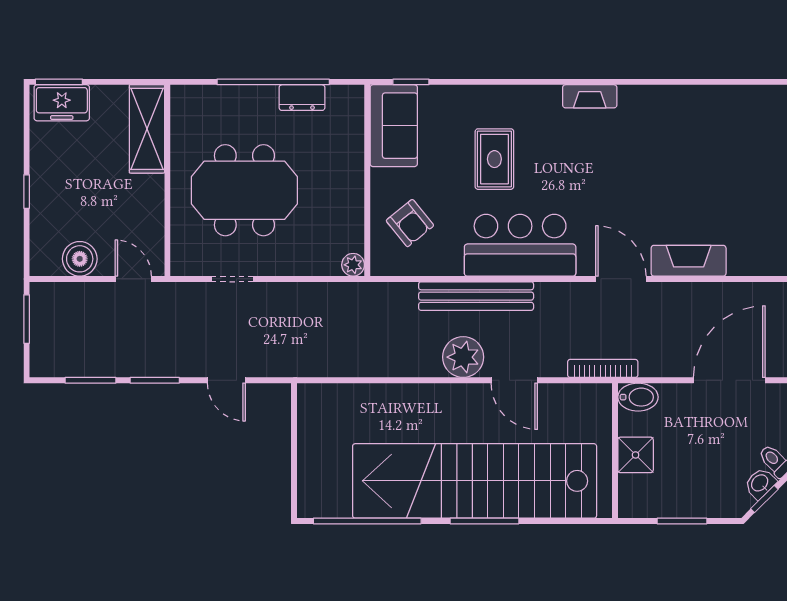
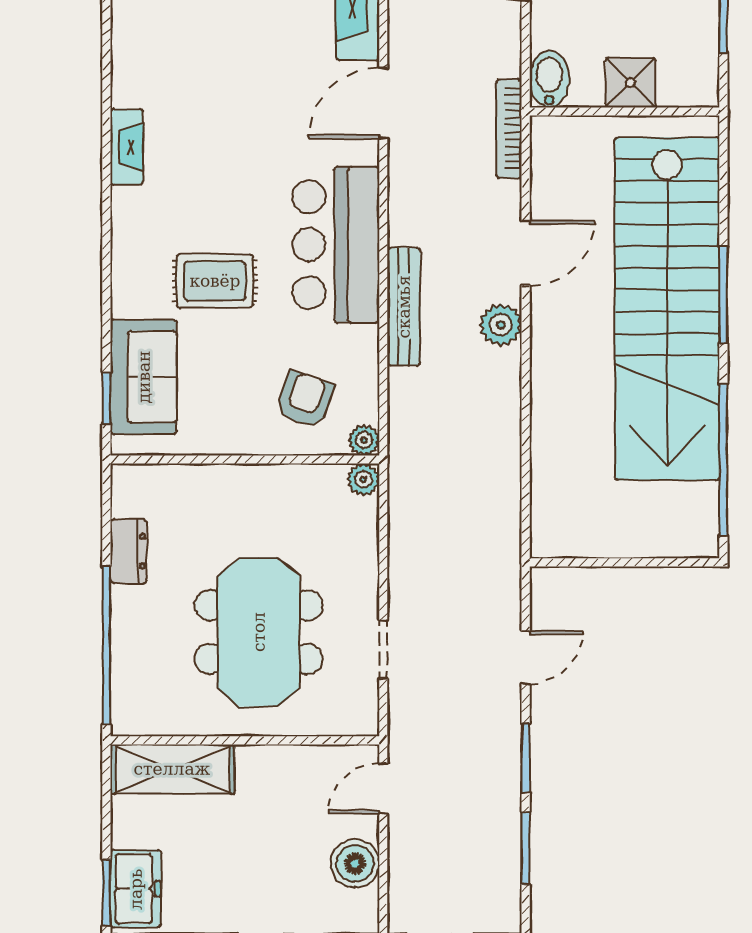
window: (273, 82) -> (106, 645), moved
sofa: (394, 126) -> (144, 377), moved, turned 90
armchair: (410, 223) -> (305, 400), turned -32
plant: (381, 265) -> (364, 440), added
bench: (476, 296) -> (404, 307), width x0.73, depth x0.82
plant: (463, 357) -> (501, 325), width x0.73, depth x0.73

